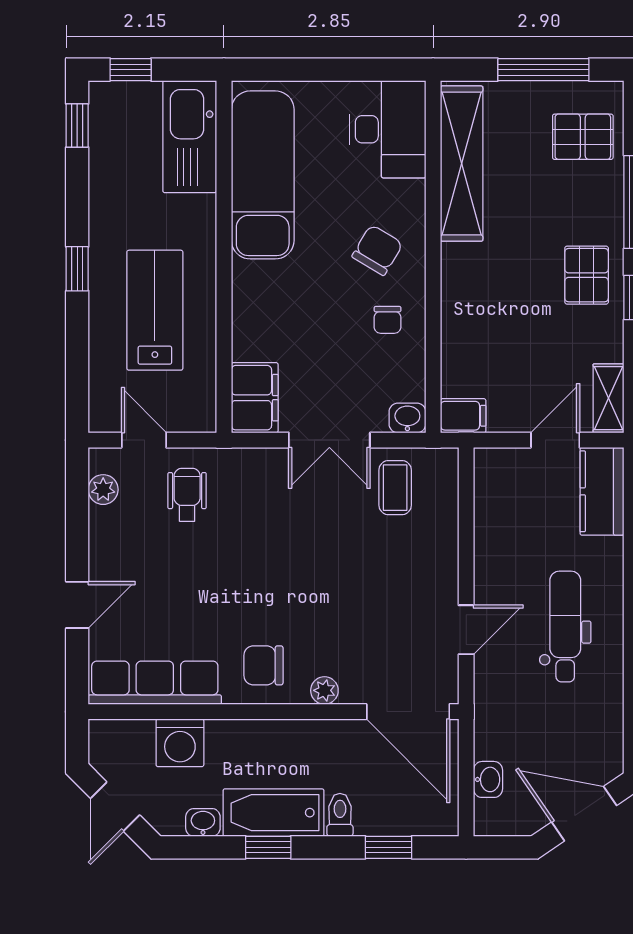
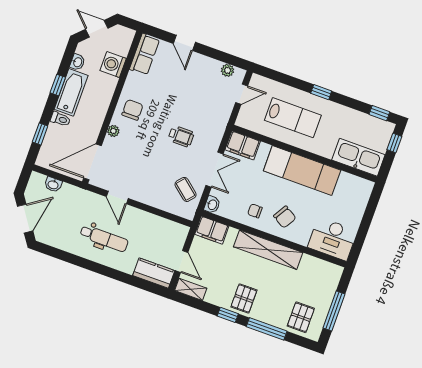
shelving: (462, 164) -> (268, 250), moved
exam couch: (263, 175) -> (302, 171), moved
pallet: (587, 275) -> (244, 298), turned 90
filing cabinet: (463, 416) -> (212, 230), width x2.00
double door: (329, 440) -> (215, 170), swing flipped
coffee table: (395, 488) -> (186, 189), turned 40
wheelchair: (187, 495) -> (181, 136), moved
row of seats: (155, 683) -> (144, 54), width x0.68

